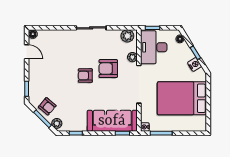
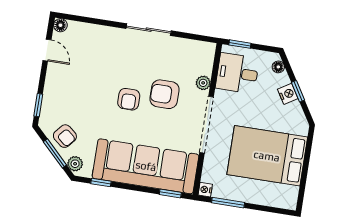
plant: (127, 36) -> (201, 50), removed
desk: (154, 47) -> (237, 73), width x0.73
nightstand: (195, 64) -> (288, 94), moved
armchair: (85, 76) -> (129, 99), turned -90
sofa: (112, 121) -> (146, 166), width x1.36, depth x1.27

